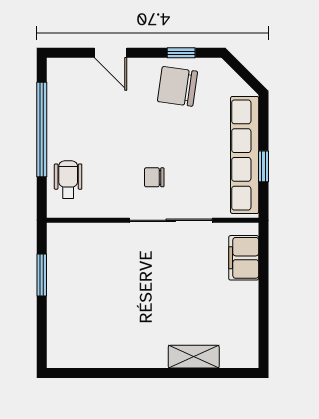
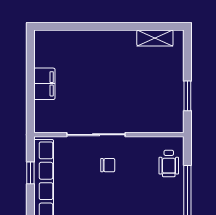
filing cabinet: (244, 258) -> (44, 84), moved
shelving: (194, 357) -> (155, 38), moved

